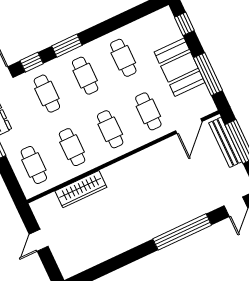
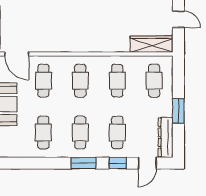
door: (189, 126) -> (17, 54), swing flipped
wardrobe: (81, 189) -> (152, 44), moved
door: (39, 240) -> (178, 19), hinge flipped

